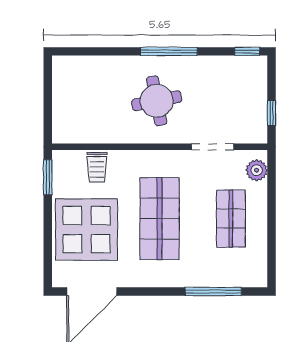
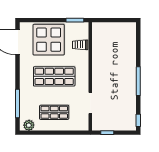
round table: (157, 101) -> (113, 75), removed
plant: (257, 170) -> (29, 125), moved

